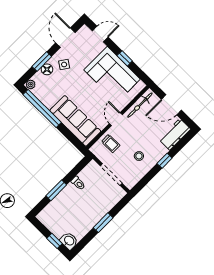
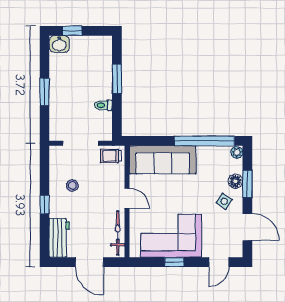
door: (171, 105) -> (89, 262), swing flipped
trolley: (111, 143) -> (111, 156), moved

